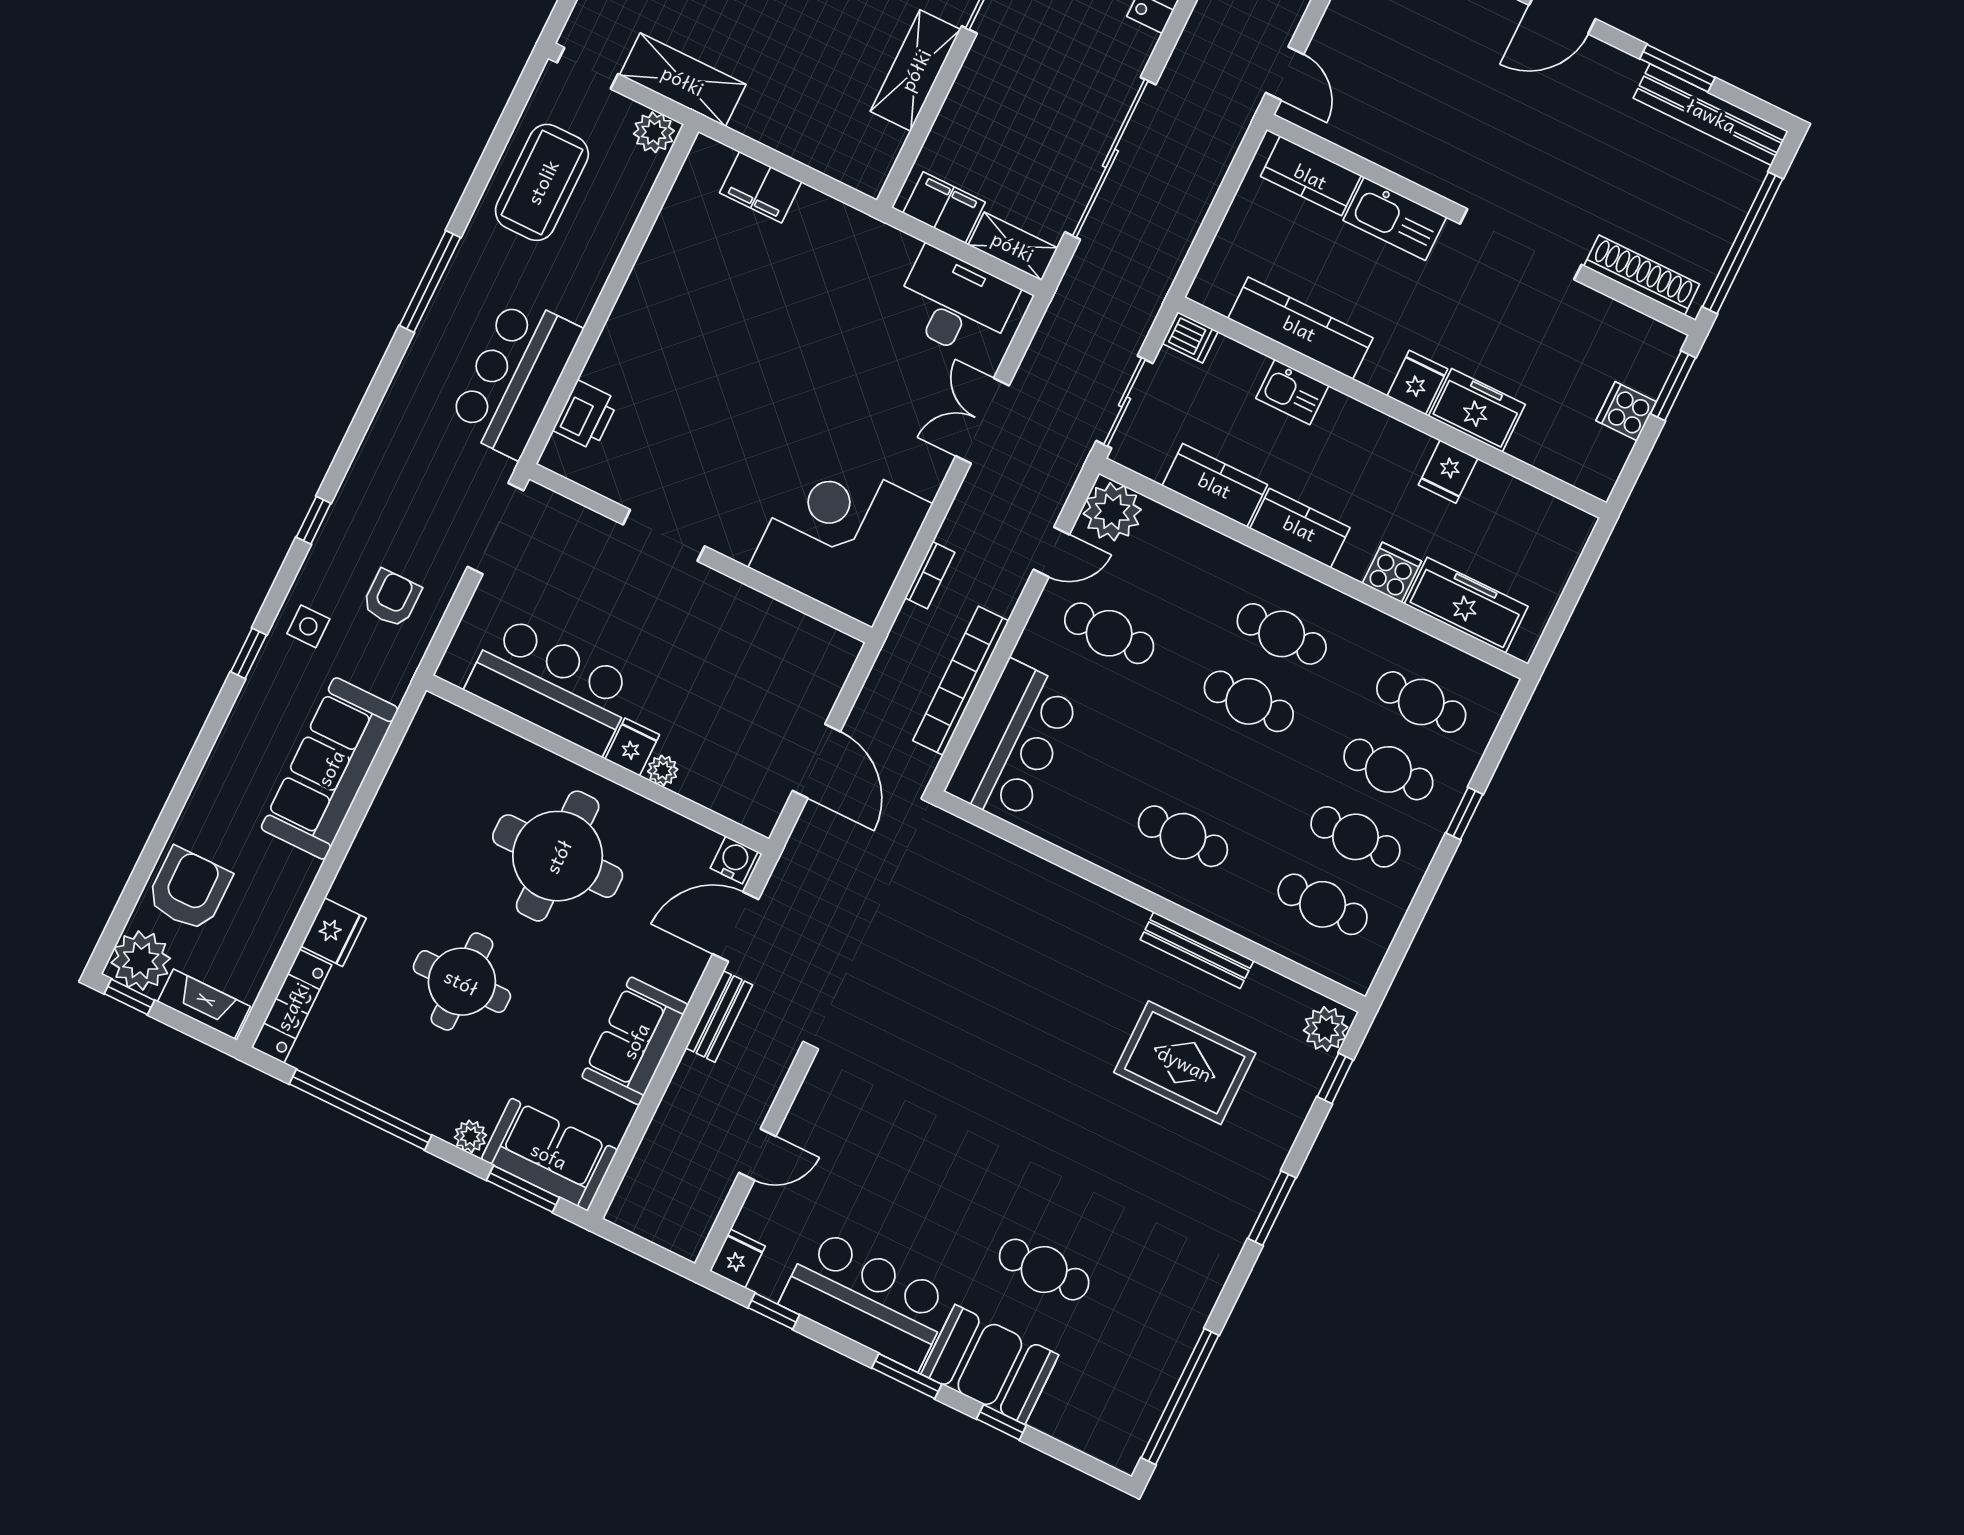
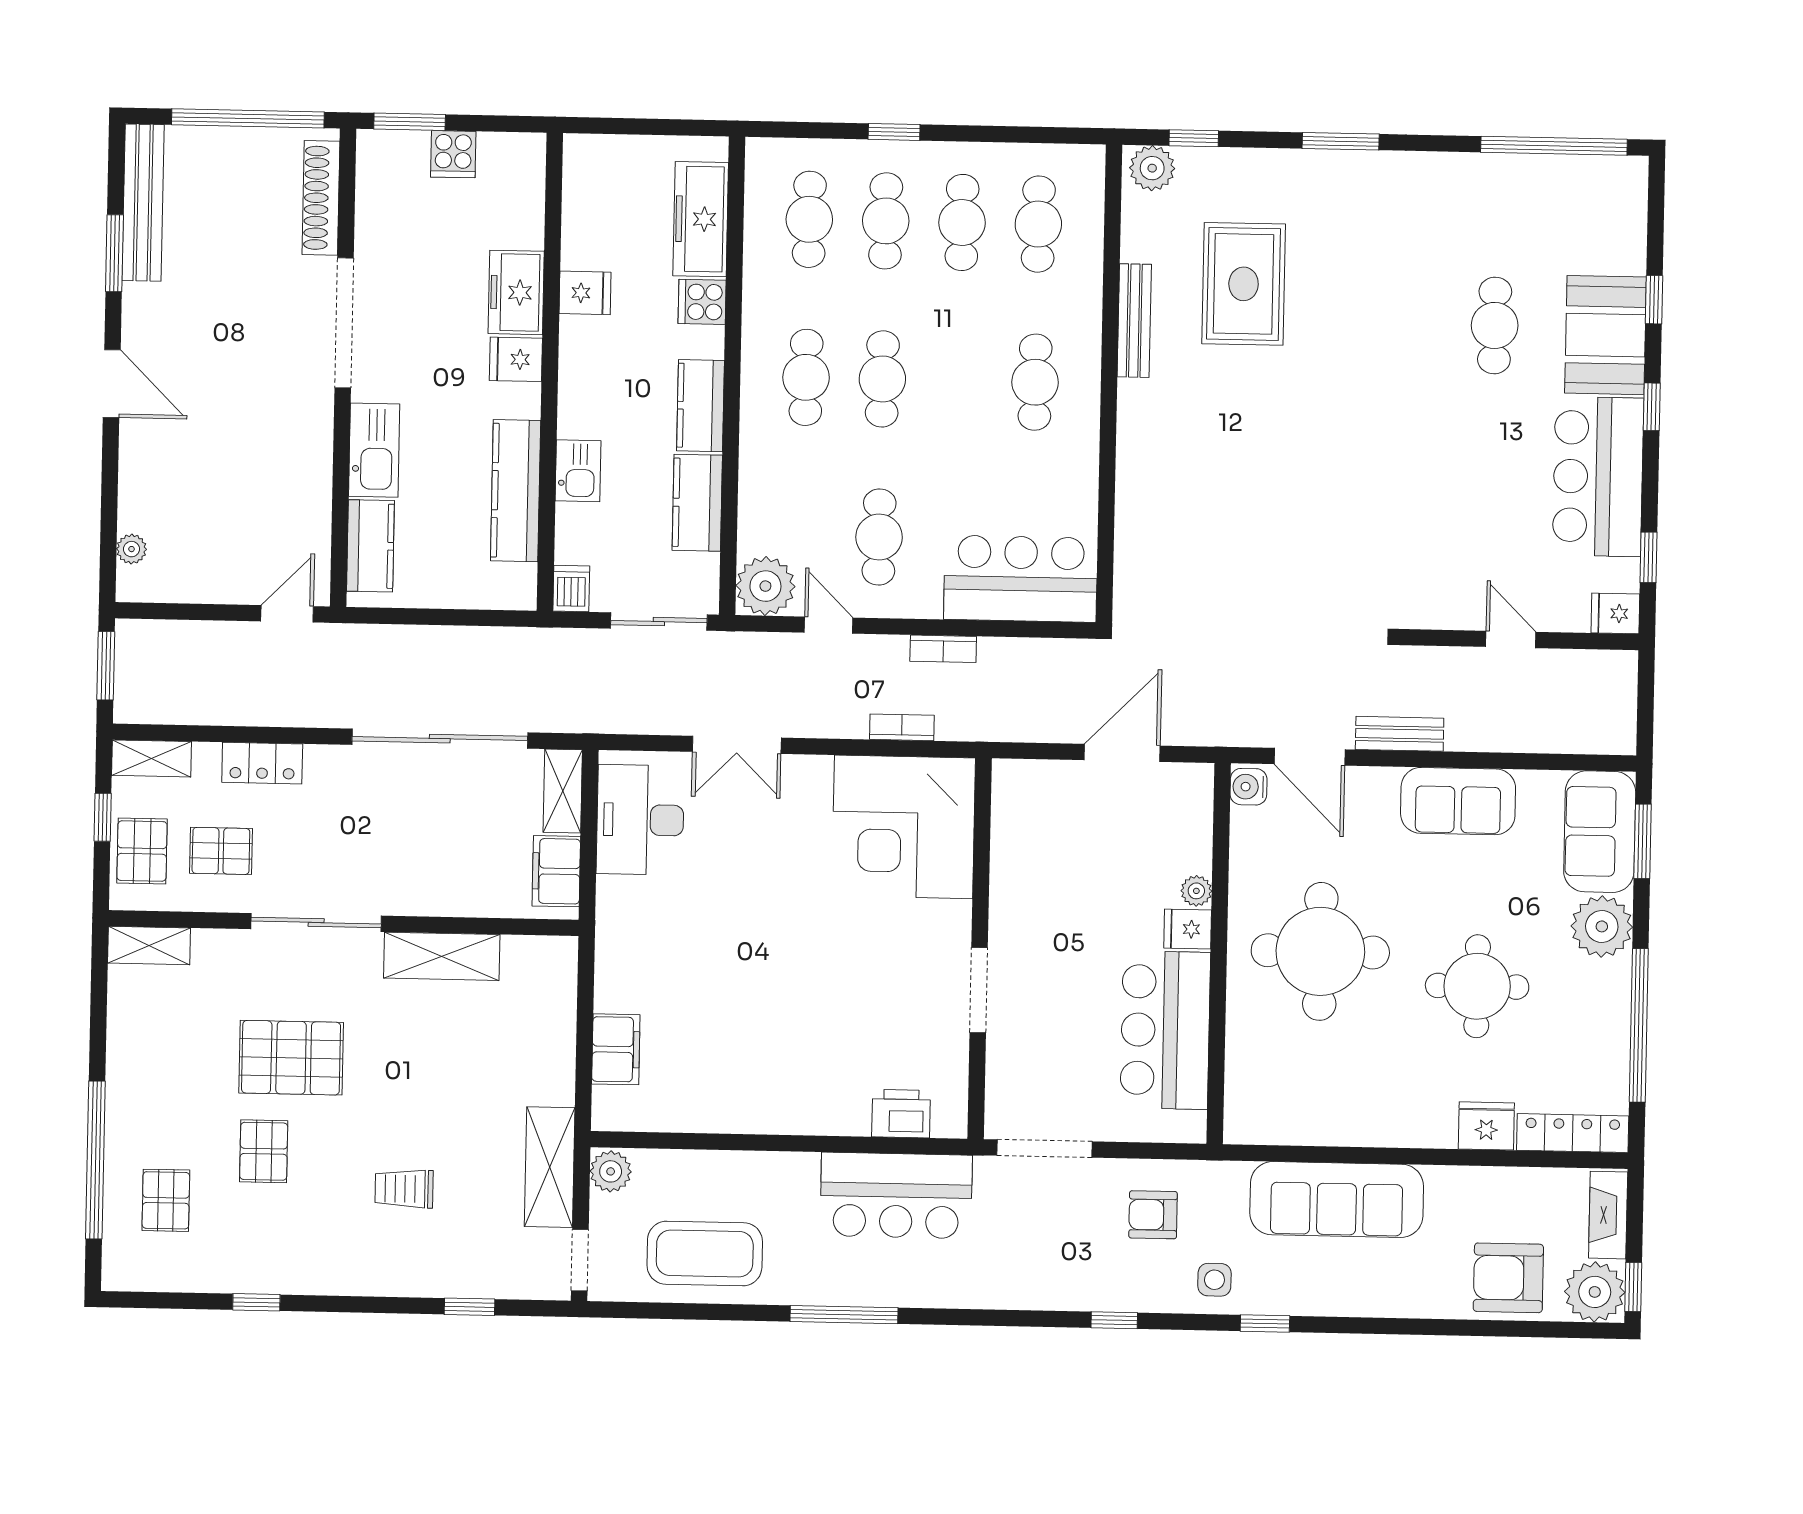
bookcase: (961, 681) -> (943, 649), width x0.43, depth x0.76
plant: (470, 1136) -> (1602, 926), width x1.87, depth x1.87
window: (907, 1376) -> (1652, 407), width x0.67

